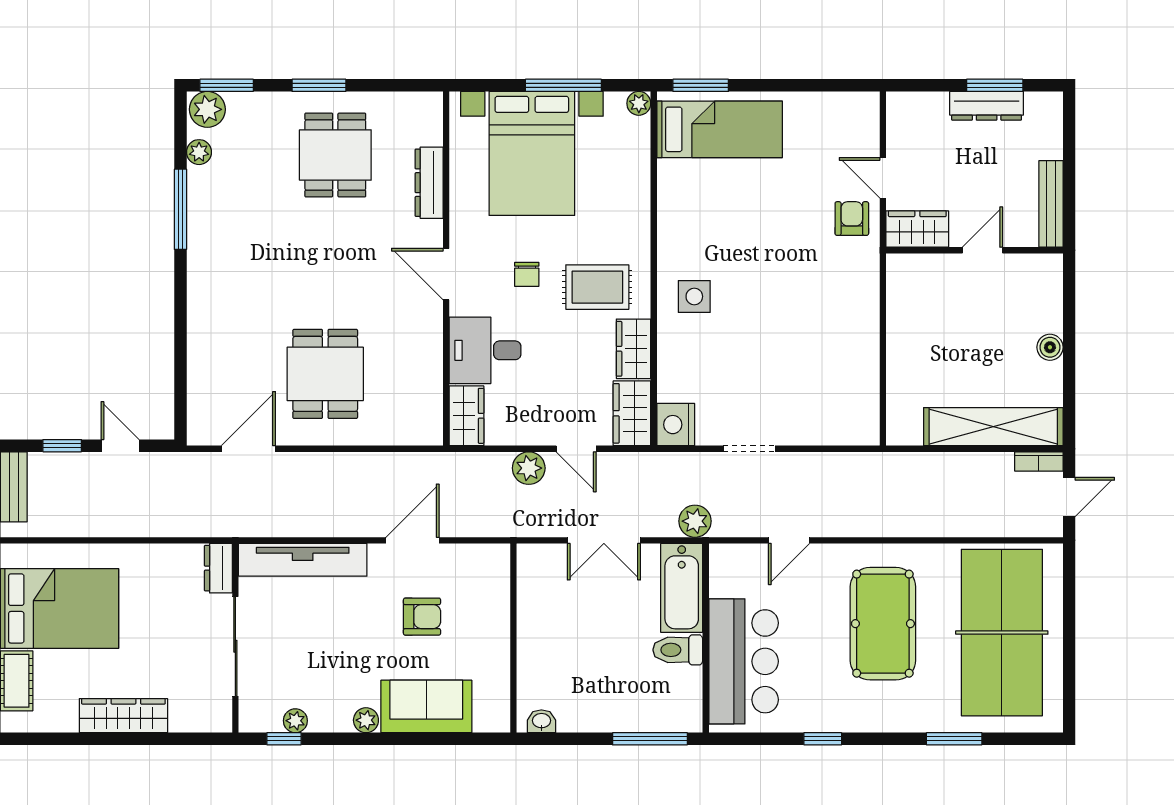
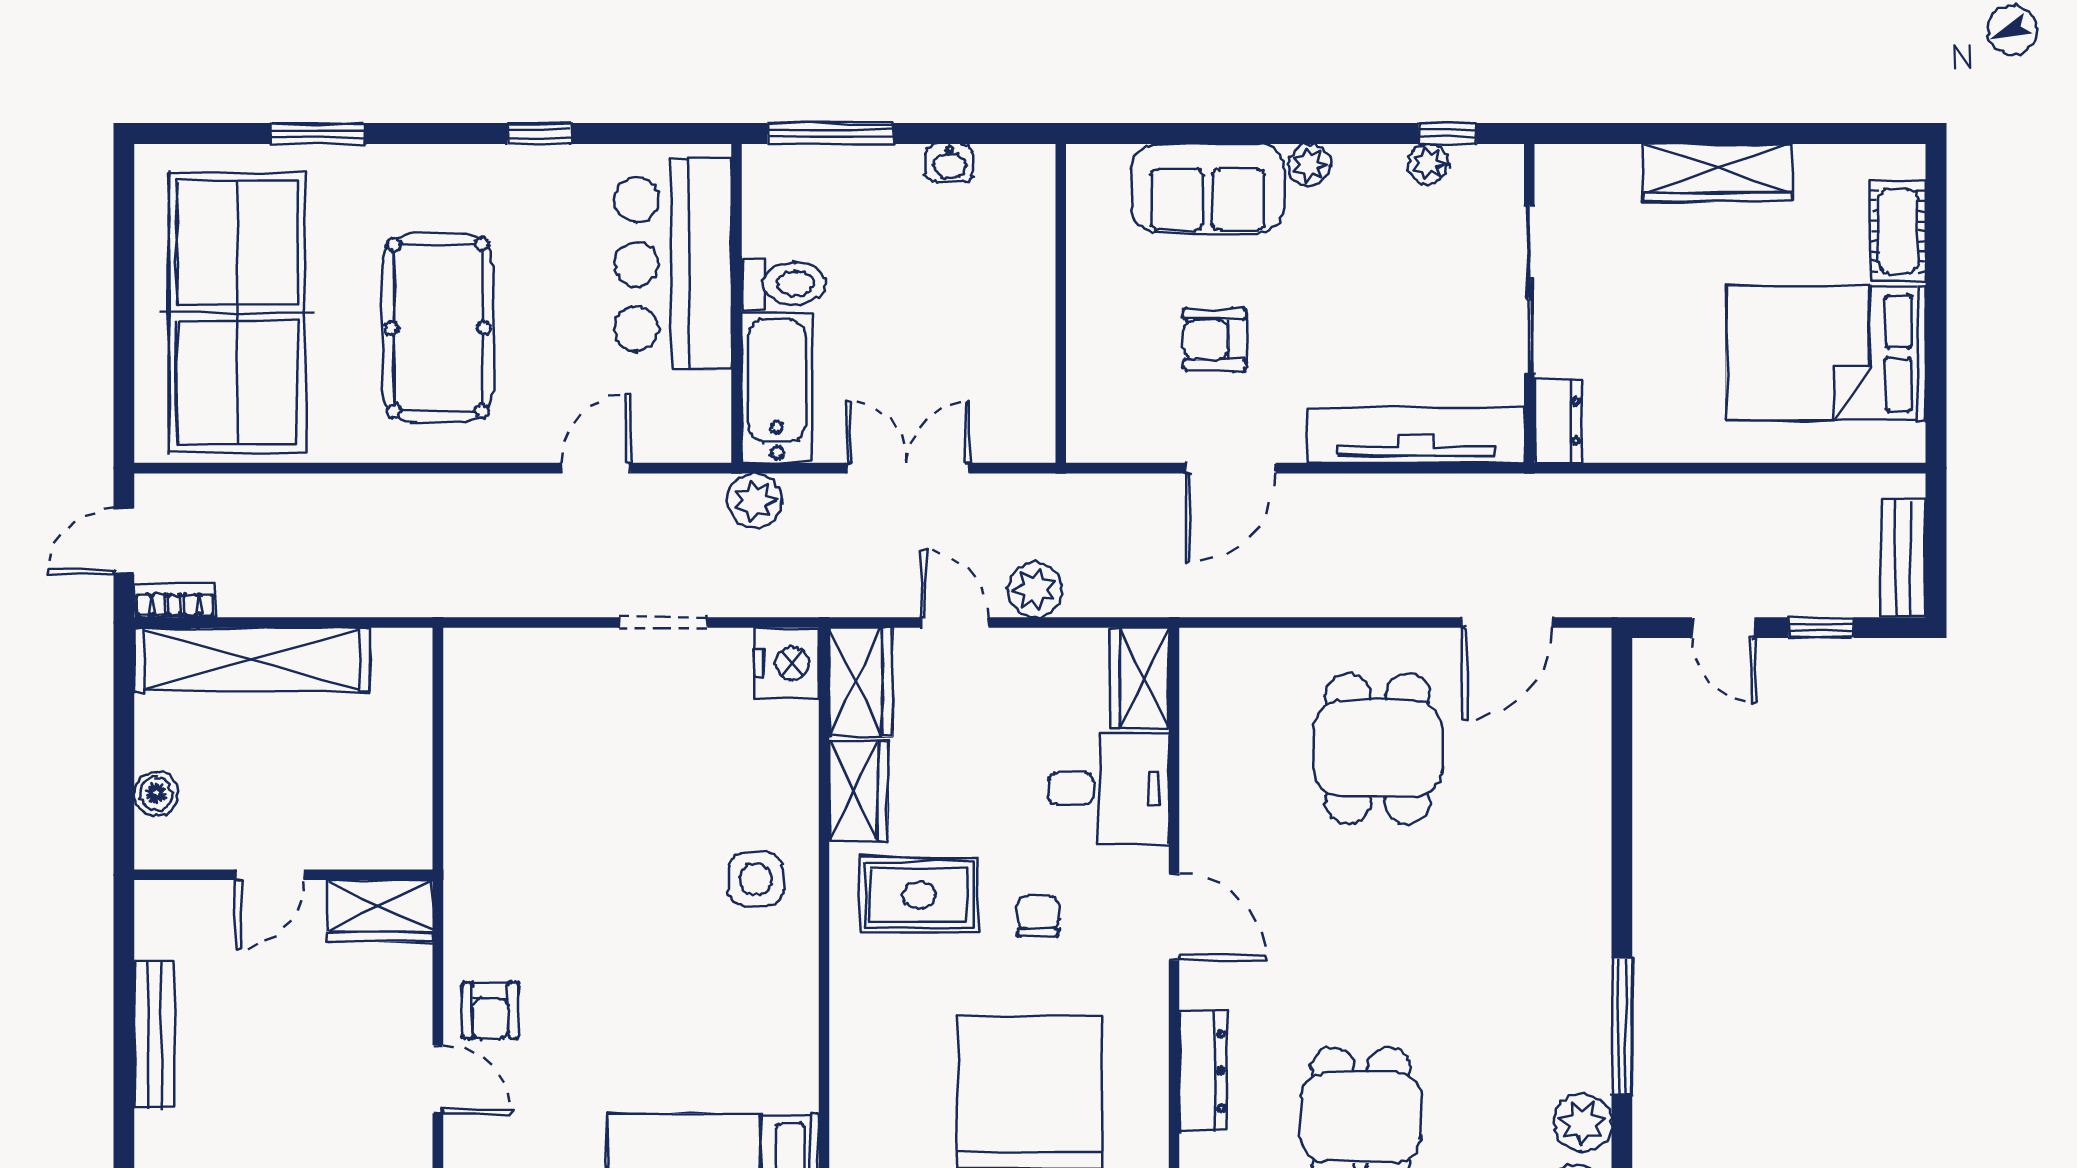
plant: (199, 152) -> (1583, 1123), width x1.38, depth x1.38
wardrobe: (917, 229) -> (380, 911), moved
wall: (974, 250) -> (283, 875), moved
door: (982, 250) -> (270, 875), moved
washbasin: (541, 721) -> (949, 163), moved

